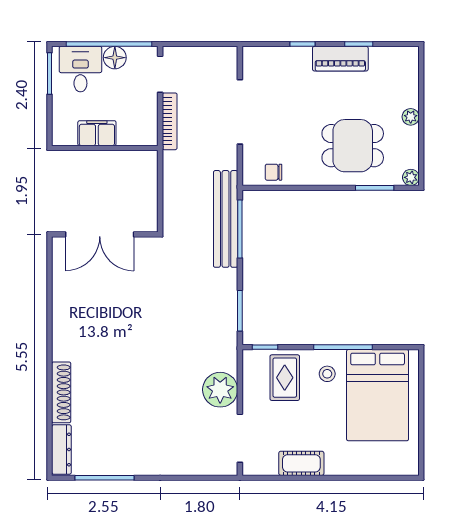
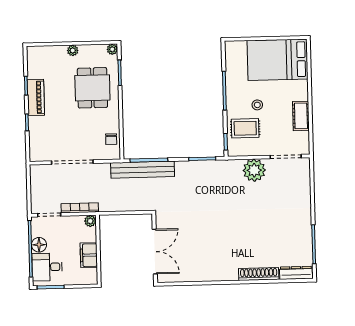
plant: (149, 137) -> (90, 221), added
stool: (327, 374) -> (257, 105), moved
bed: (378, 395) -> (277, 60), moved, turned 180

